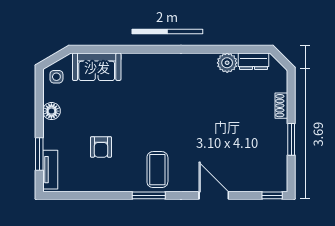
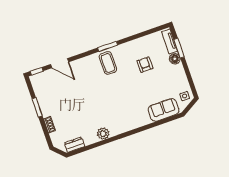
plant: (227, 63) -> (103, 134), moved
floor lamp: (51, 111) -> (175, 59), moved
door: (214, 195) -> (60, 63), moved

